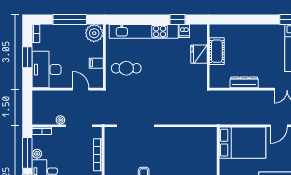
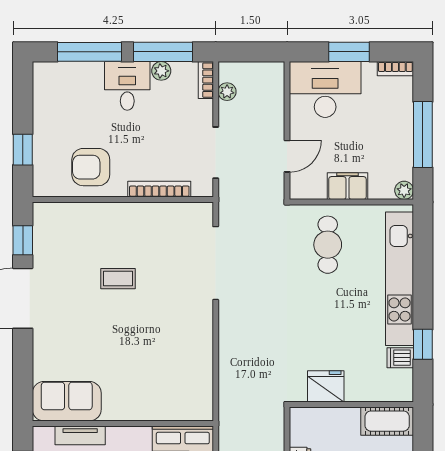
plant: (94, 33) -> (404, 190), width x0.53, depth x0.53
cot: (217, 51) -> (387, 421), moved
fridge: (199, 54) -> (326, 386), moved
filing cabinet: (96, 63) -> (347, 186), width x2.00
plant: (60, 120) -> (227, 92), moved

